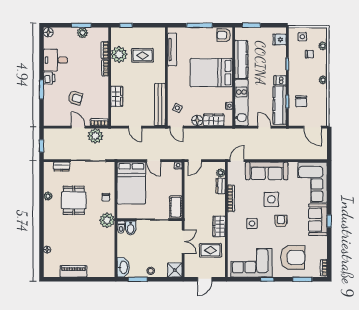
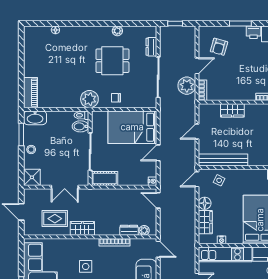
armchair: (75, 98) -> (219, 47), moved
rug: (210, 250) -> (55, 219), turned 90
piano: (73, 271) -> (30, 93), moved

